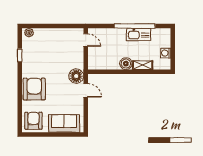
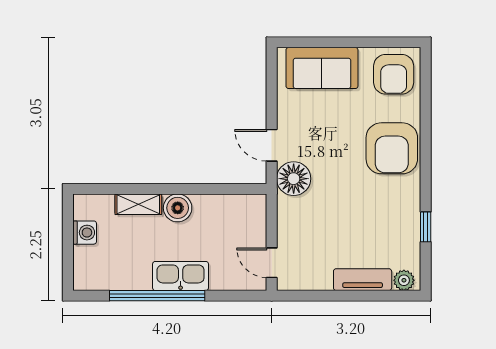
tv unit: (47, 33) -> (363, 280), added
kitchen sink: (139, 34) -> (181, 276), moved

